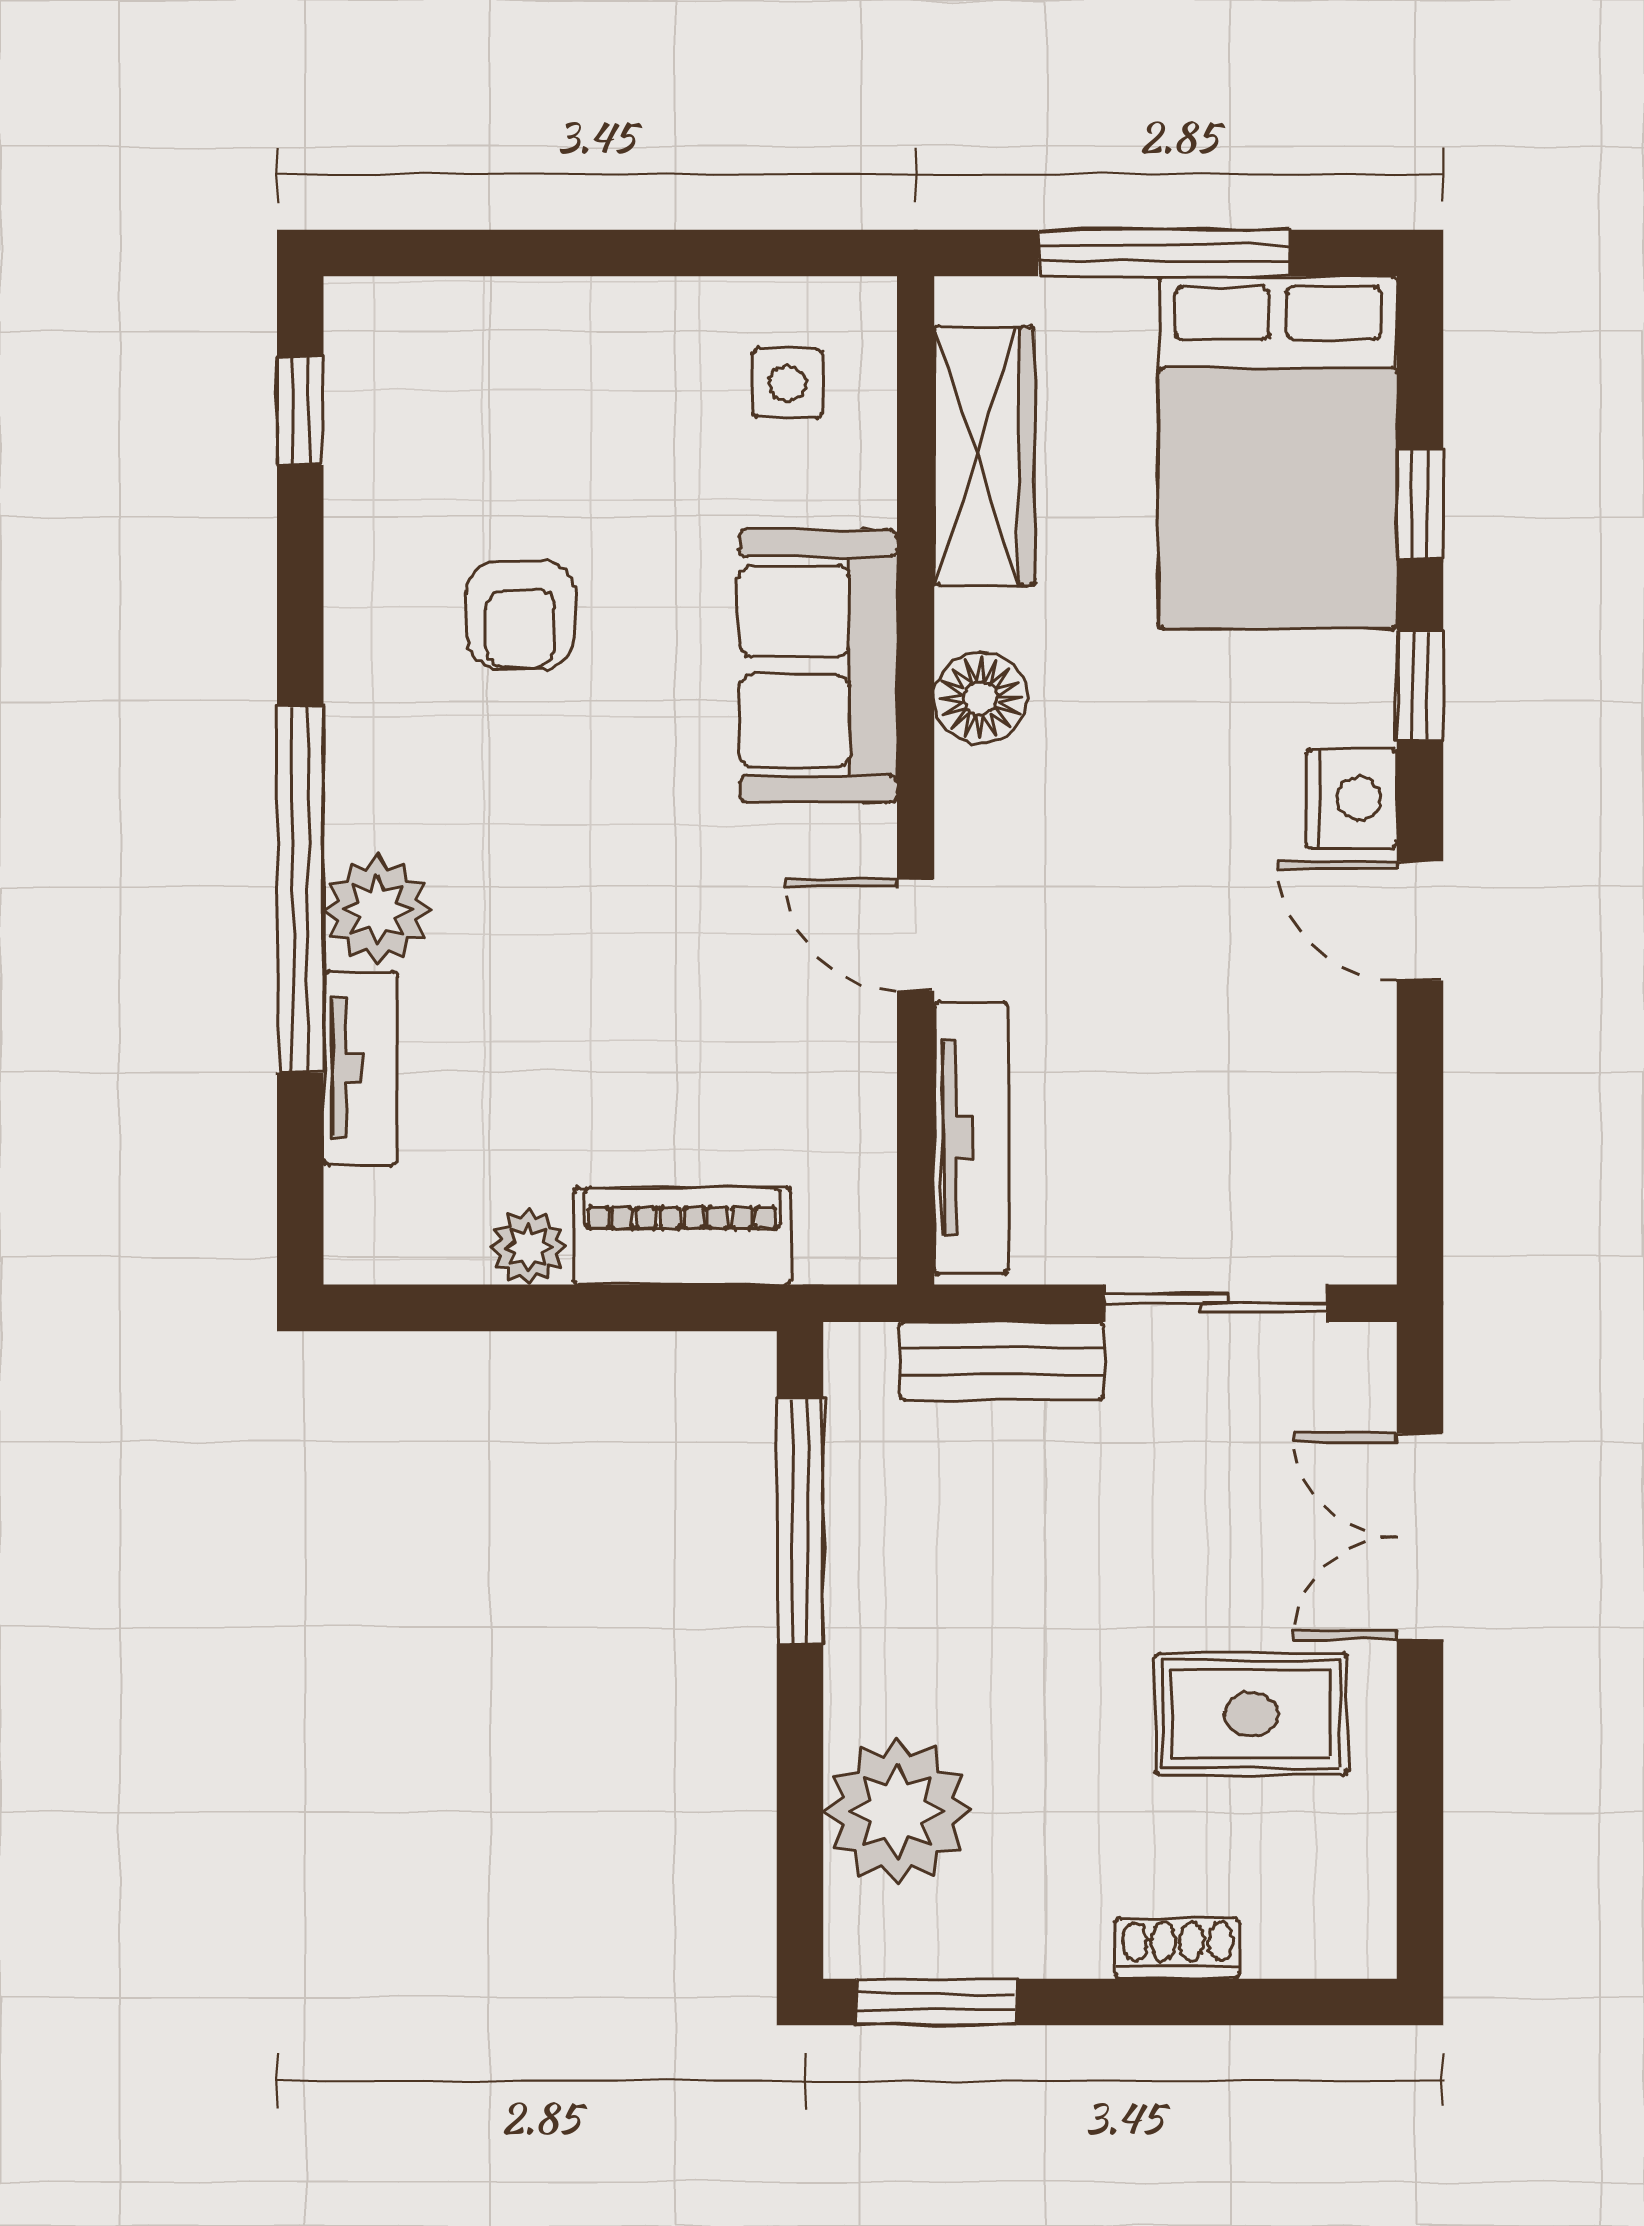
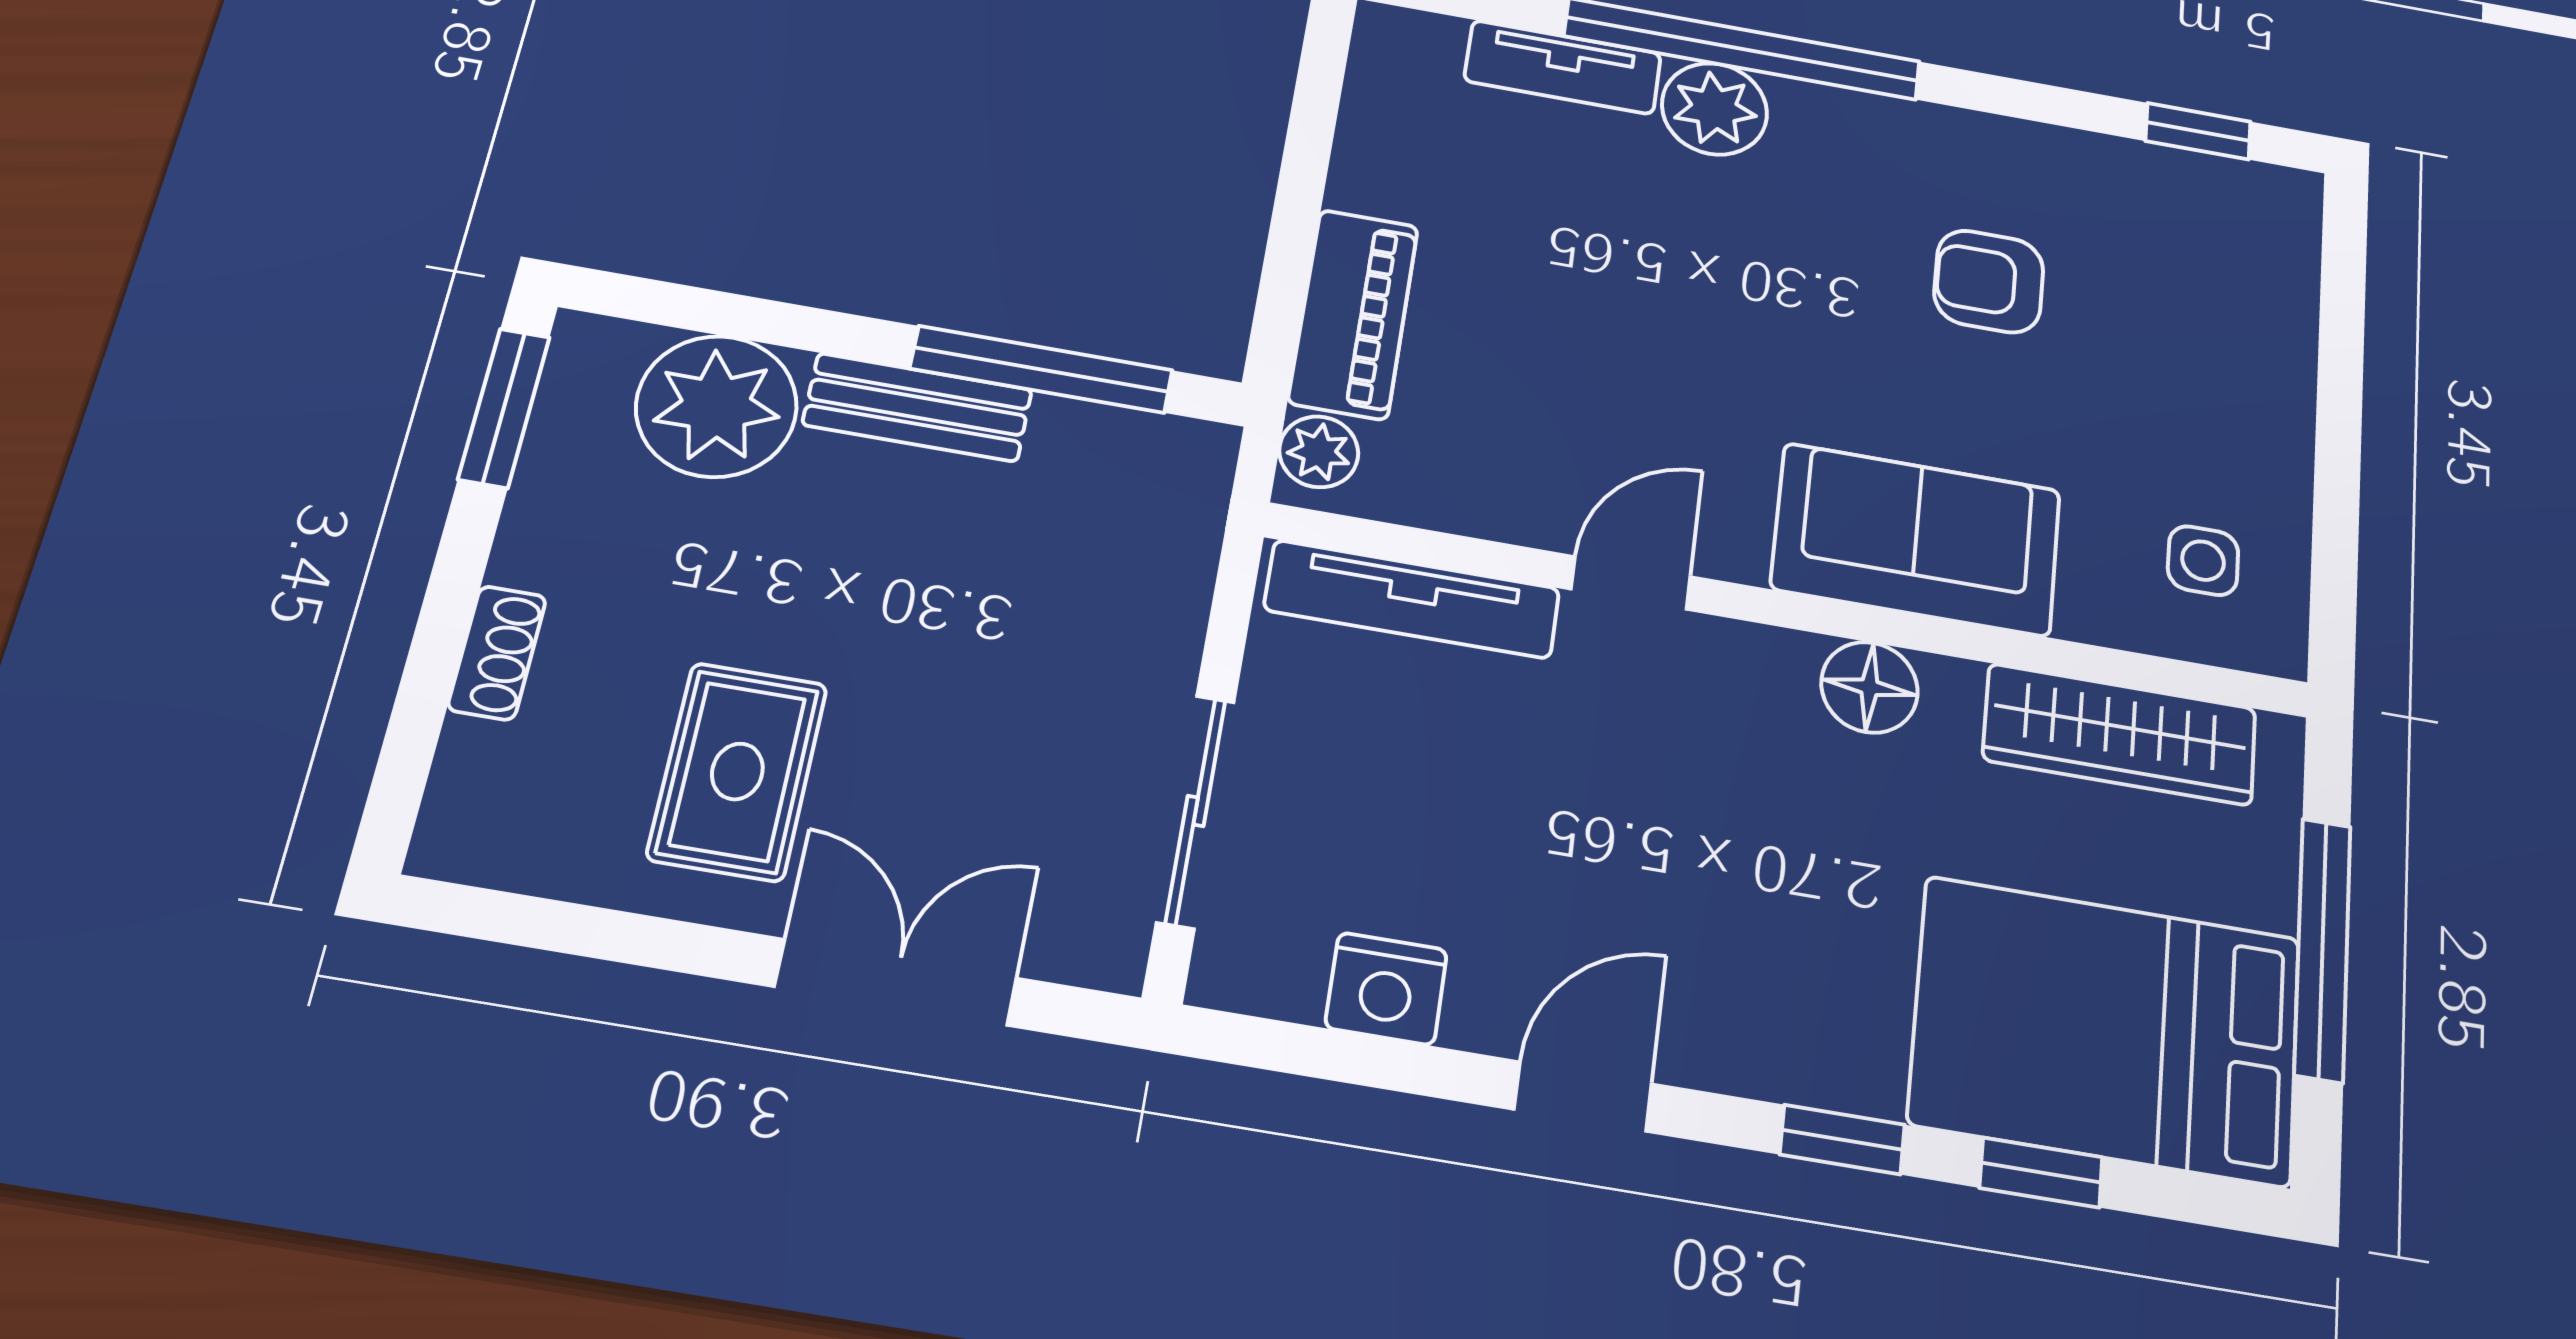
nightstand: (1352, 798) -> (1386, 989), moved
plant: (529, 1247) -> (1319, 452), moved
bench: (1001, 1361) -> (917, 407), moved, turned 90

